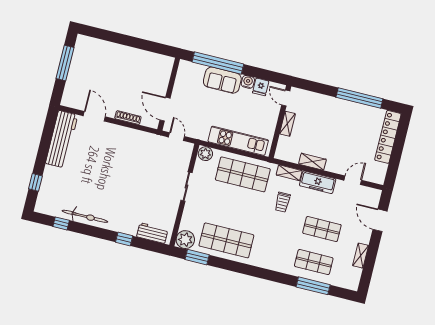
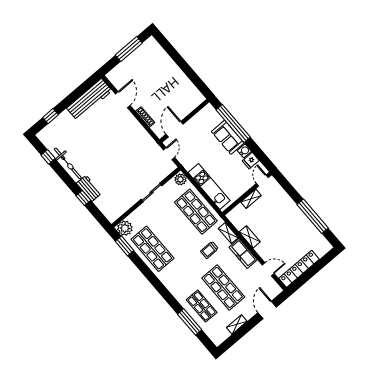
locker: (388, 137) -> (299, 269), moved
shop shelf: (322, 229) -> (223, 287), width x1.43, depth x1.36
workbench: (152, 233) -> (89, 188), moved

